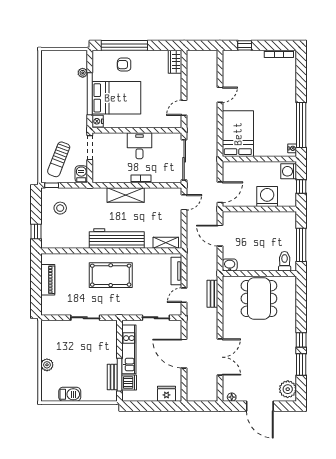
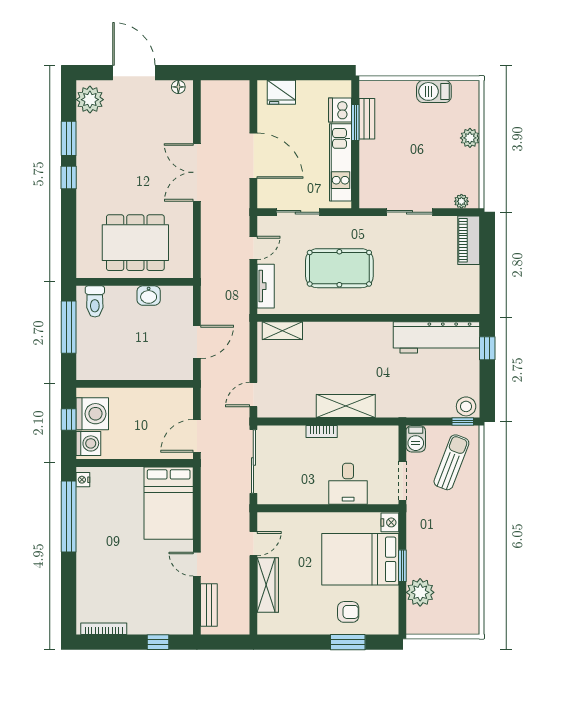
window: (124, 45) -> (348, 642), width x0.47
wardrobe: (175, 62) -> (268, 585), moved, width x1.50
plant: (83, 73) -> (420, 592), width x1.88, depth x1.88
window: (90, 94) -> (402, 566), width x0.47
door: (220, 95) -> (197, 564), hinge flipped
desk: (139, 146) -> (348, 484), moved
door: (220, 192) -> (197, 436), moved
washing machine: (267, 196) -> (92, 414), moved, turned -90
stool: (60, 208) -> (466, 406), moved
door: (220, 236) -> (197, 342), hinge flipped
workbench: (117, 239) -> (436, 337), moved
washbasin: (230, 265) -> (149, 296), moved
pool table: (111, 275) -> (339, 268), moved
piano: (48, 280) -> (469, 240), moved
bench: (212, 294) -> (209, 605), moved
dining table: (259, 298) -> (135, 243), turned 90
plant: (52, 325) -> (461, 201), added
double door: (220, 357) -> (197, 172), moved
window: (120, 375) -> (355, 123), width x0.69

